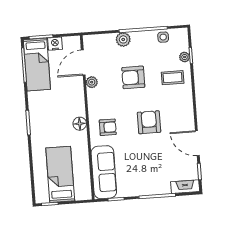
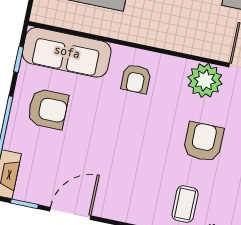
plant: (92, 82) -> (205, 80), width x1.87, depth x1.87
armchair: (149, 122) -> (48, 109), moved
floor lamp: (80, 124) -> (154, 36), removed

